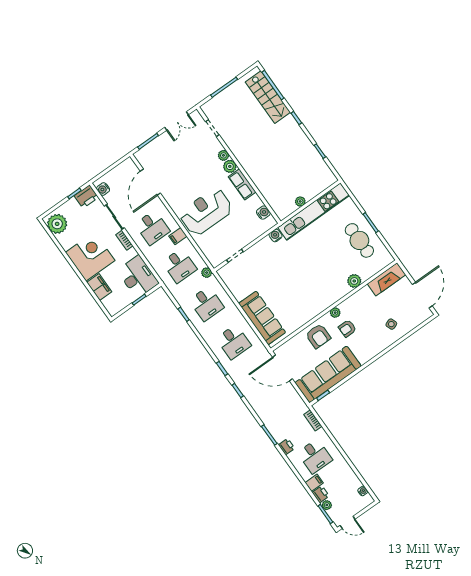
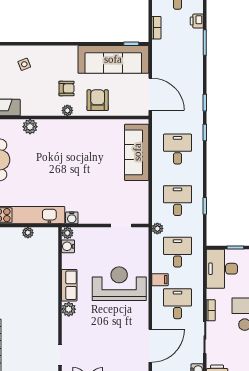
plant: (223, 155) -> (67, 233), moved
reception desk: (206, 212) -> (119, 284), turned 180

